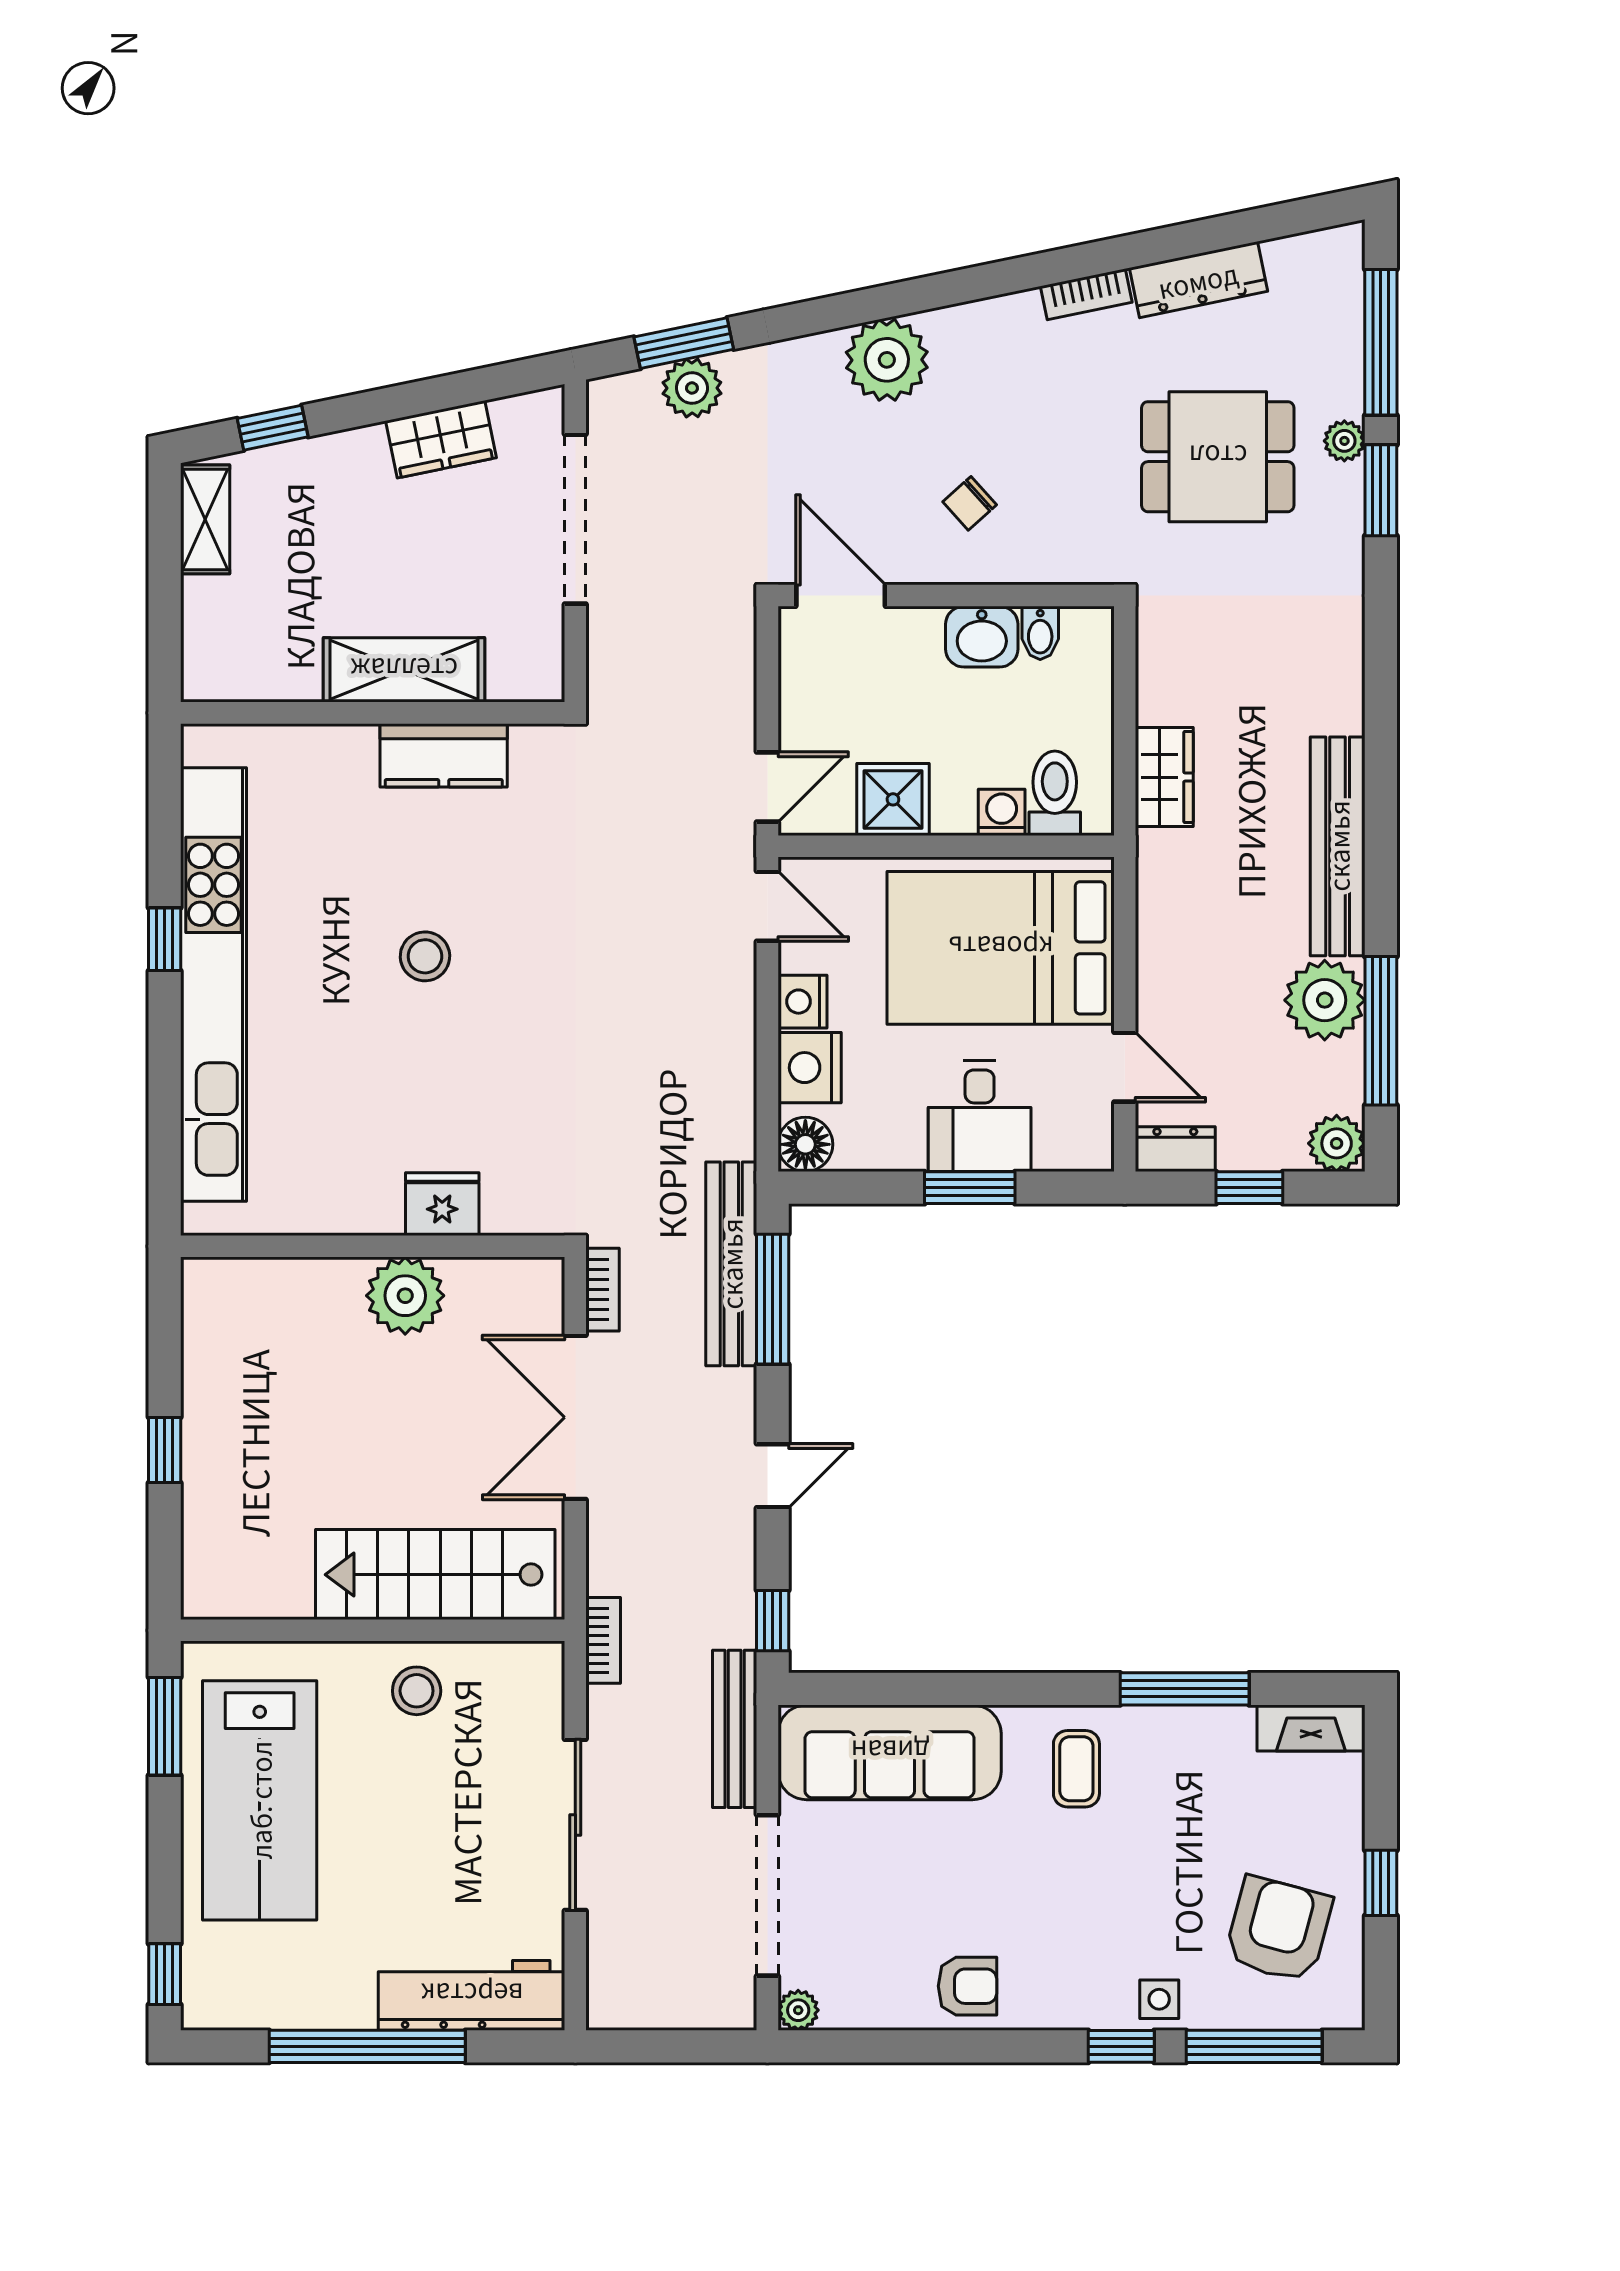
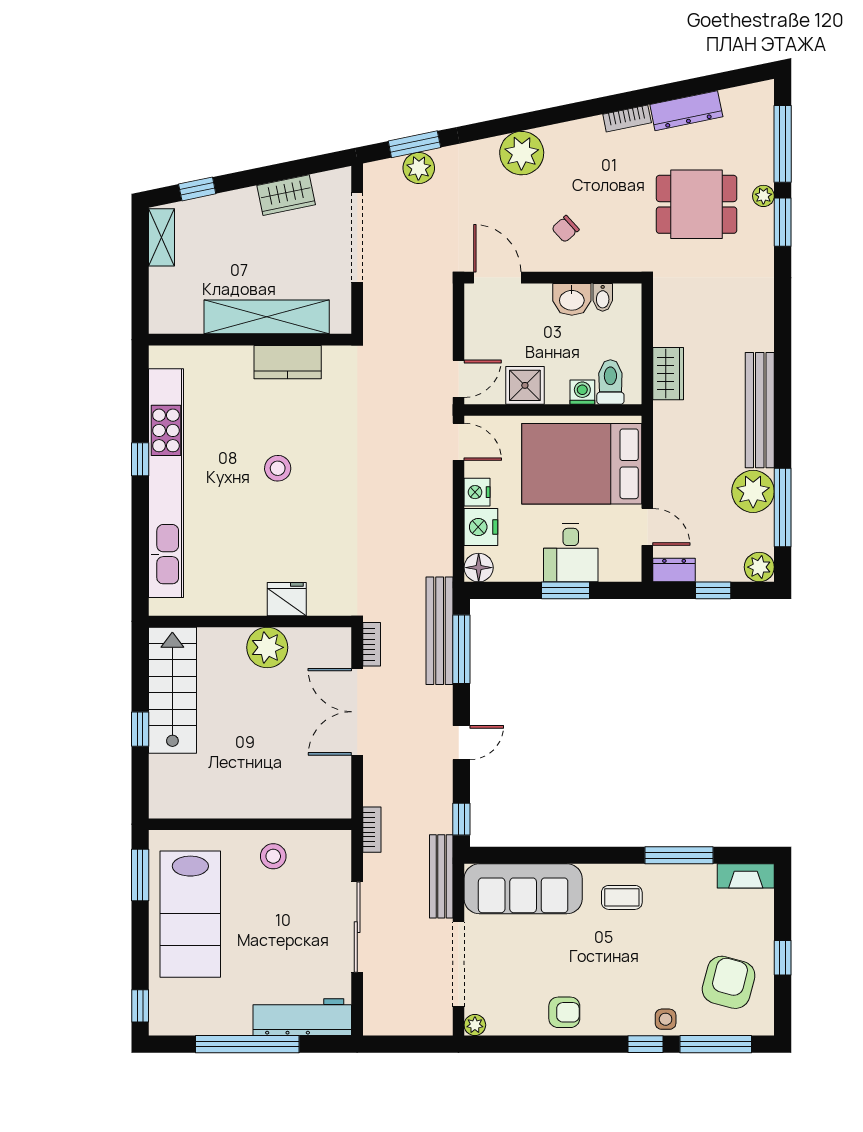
shelving: (404, 670) -> (267, 317), width x1.47
stairs: (435, 1575) -> (172, 690), moved, turned 90
coffee table: (1076, 1769) -> (622, 897), turned 90

